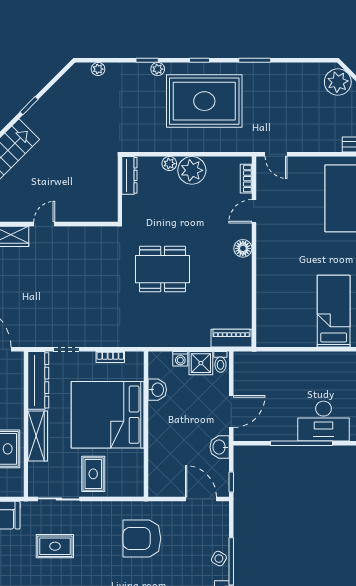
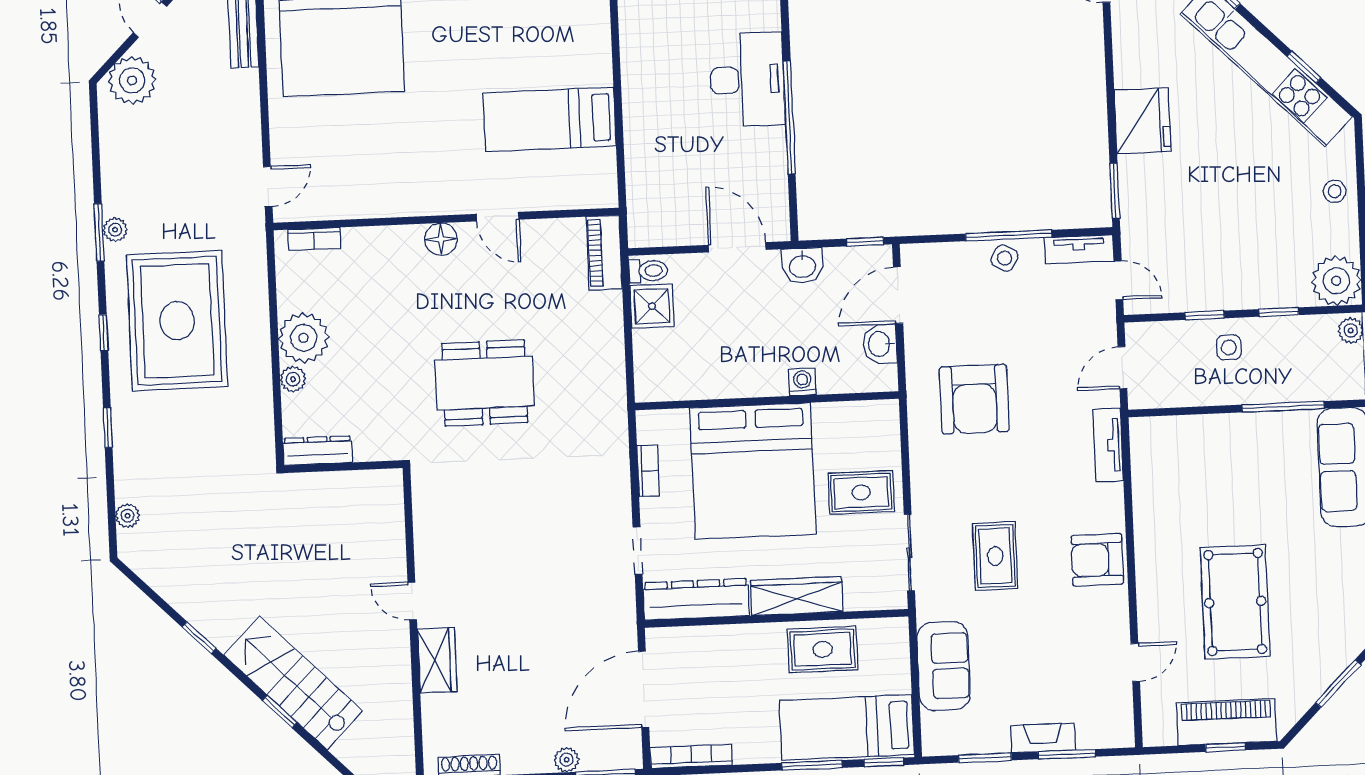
plant: (158, 69) -> (115, 230), moved
door: (254, 211) -> (498, 217), moved
dining table: (163, 269) -> (485, 383), turned 90
bed: (334, 311) -> (550, 120), moved
washing machine: (180, 359) -> (802, 382), moved, turned -90
washbasin: (157, 390) -> (880, 344), moved, turned -90

